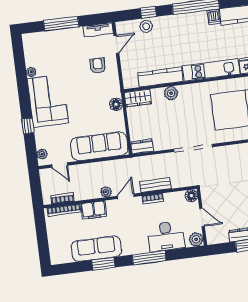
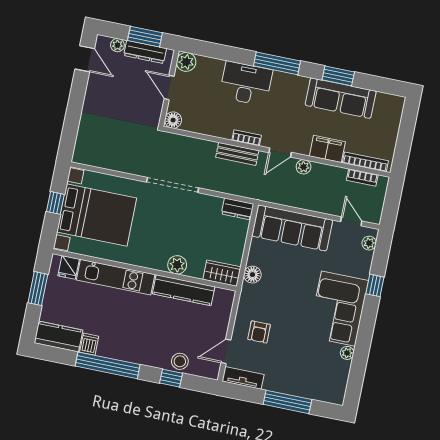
floor lamp: (191, 196) -> (173, 120), moved
door: (202, 217) -> (169, 88), moved
wall: (202, 217) -> (169, 88), moved
plant: (196, 239) -> (186, 62), moved

